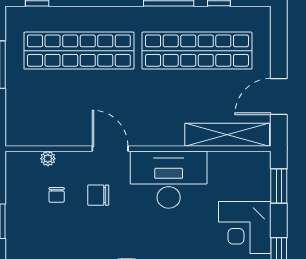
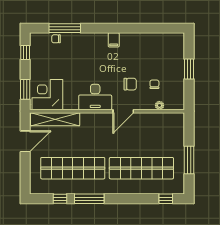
door: (110, 149) -> (123, 111), hinge flipped
desk: (169, 180) -> (95, 97), width x0.73, depth x0.77
corner desk: (245, 227) -> (47, 95), moved, turned -90

